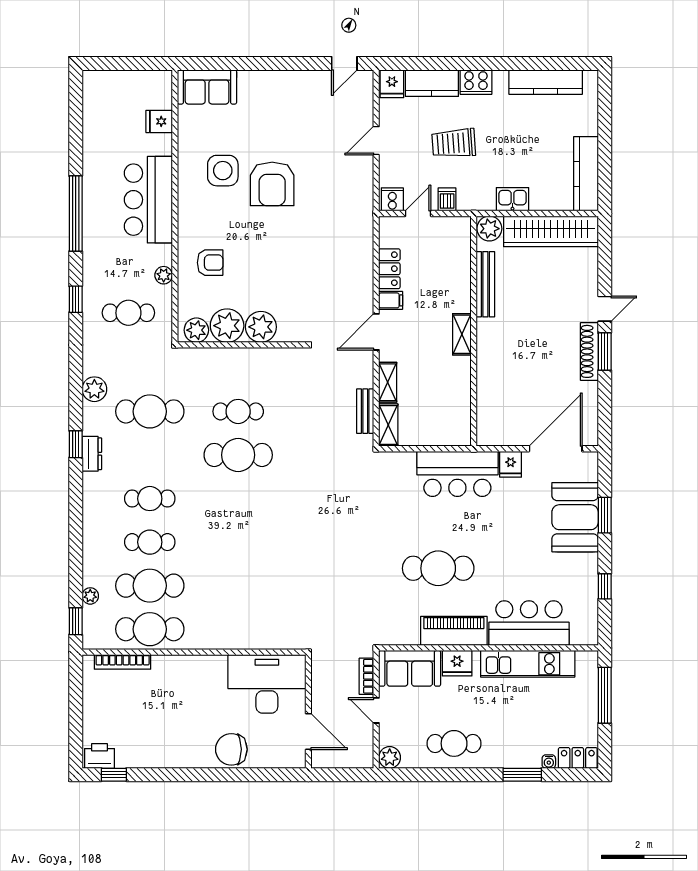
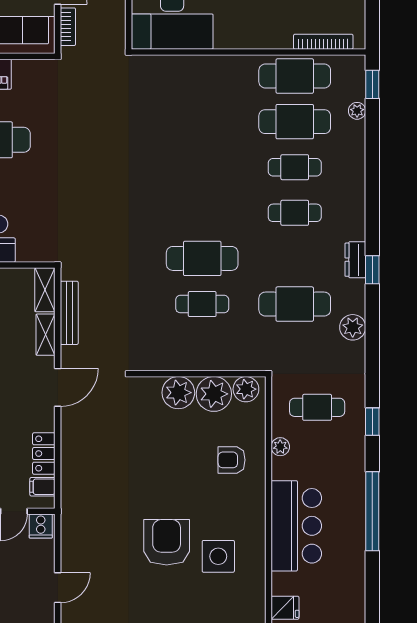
filing cabinet: (391, 300) -> (42, 487), moved
bench: (365, 411) -> (69, 313), width x1.36

